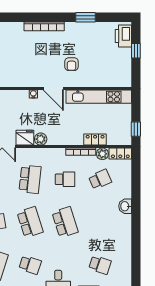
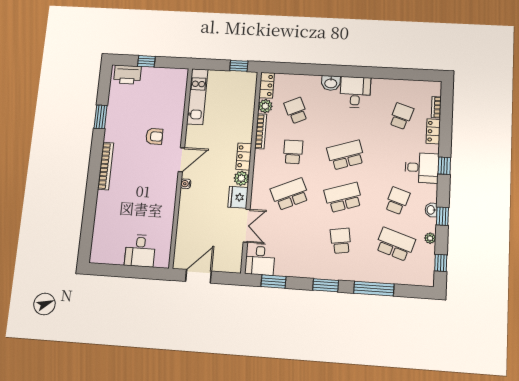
kitchen unit: (99, 97) -> (197, 97), width x0.73
locker: (95, 140) -> (244, 157), moved
school desk: (30, 179) -> (290, 194), turned -30
desk: (118, 227) -> (355, 92), added

